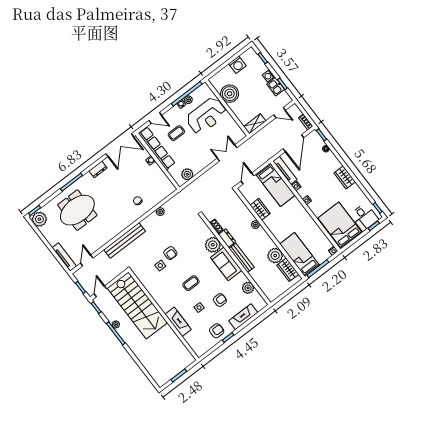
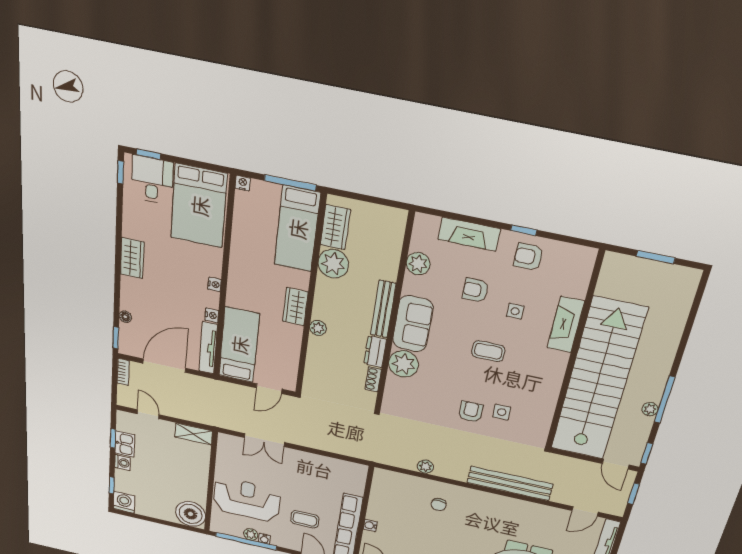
washing machine: (237, 65) -> (124, 502), moved
boiler: (230, 94) -> (191, 514), moved
plant: (187, 174) -> (342, 469), removed
wardrobe: (260, 209) -> (295, 307), moved
door: (100, 291) -> (616, 464), hinge flipped
stairs: (137, 305) -> (598, 380), width x1.36

